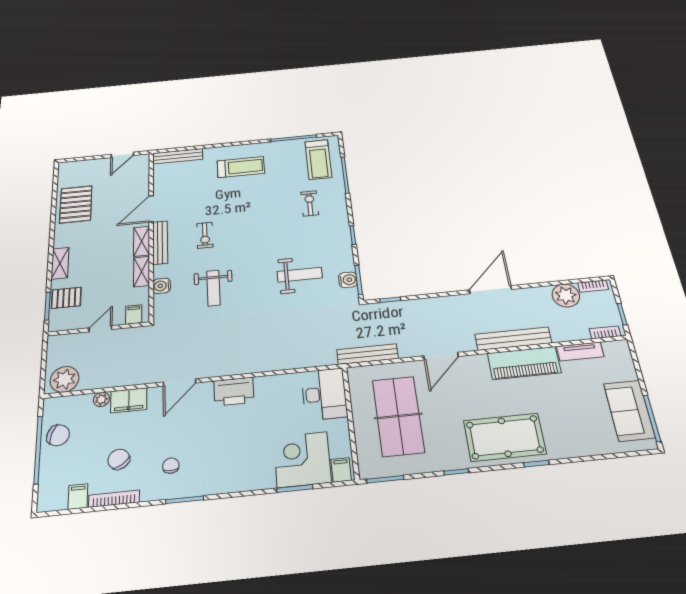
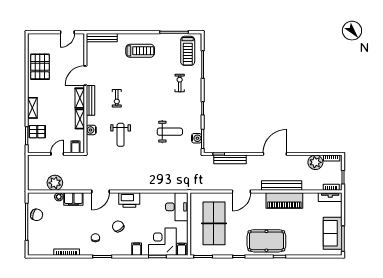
tv unit: (580, 351) -> (330, 197), moved
bench: (367, 354) -> (230, 159), moved
plant: (65, 379) -> (55, 183), moved
chair: (119, 459) -> (118, 226), moved
filing cabinet: (78, 497) -> (137, 249), moved

